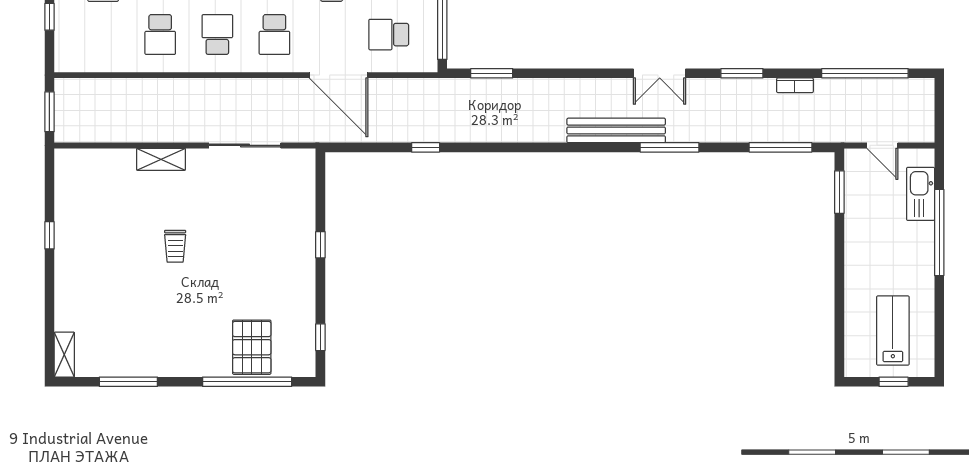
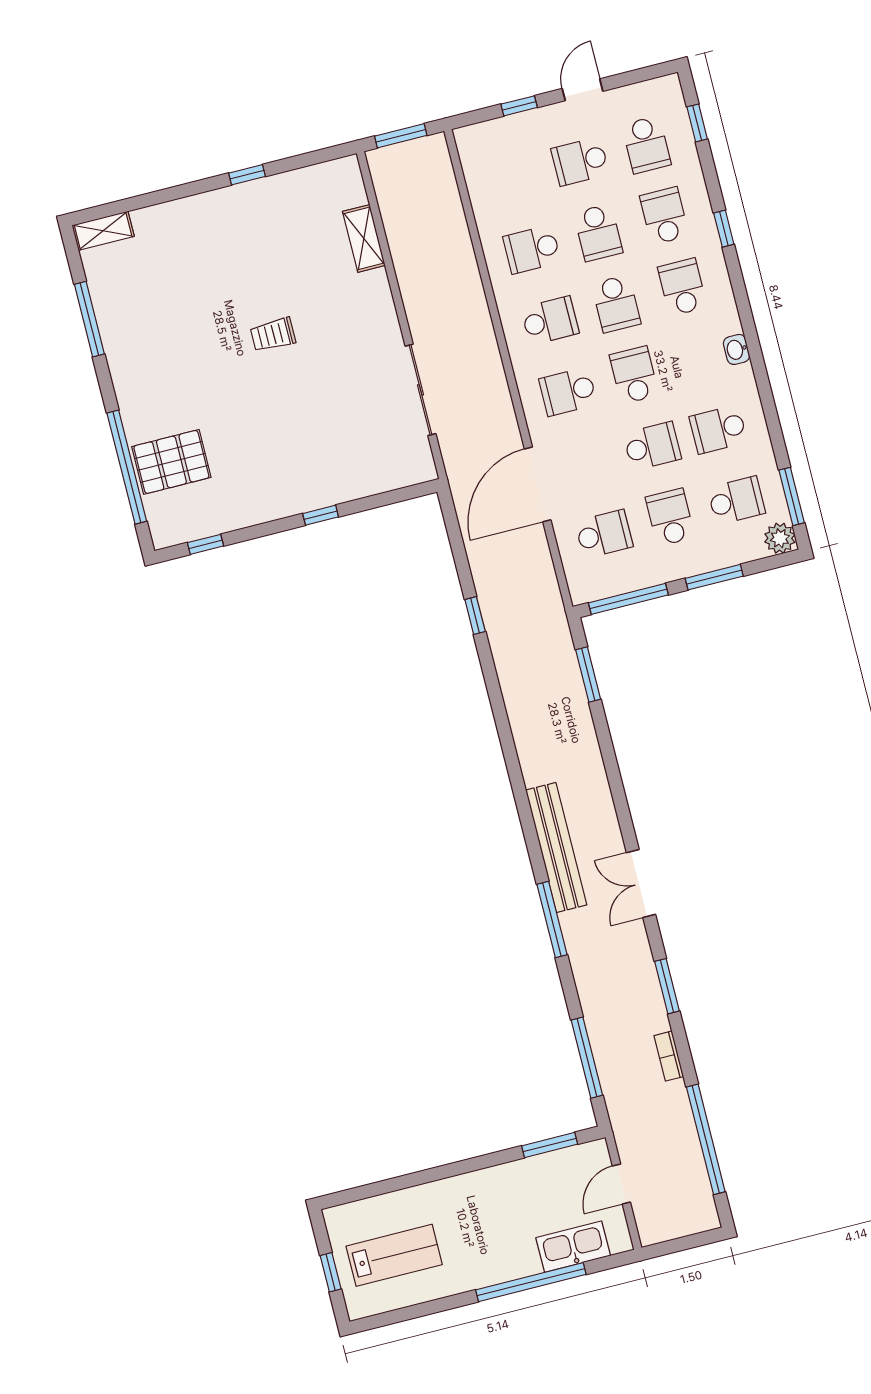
school desk: (389, 35) -> (604, 534), turned 90
shelving: (161, 159) -> (364, 238), moved

